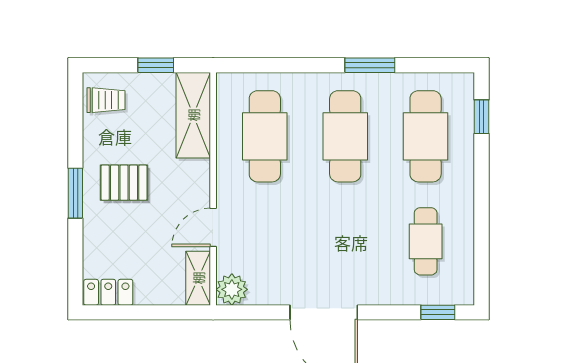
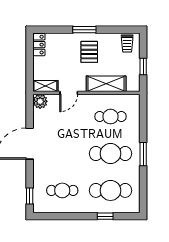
window: (370, 65) -> (143, 154), moved
shelving: (193, 115) -> (106, 84), moved
window: (481, 117) -> (105, 216), moved
cafe table: (265, 136) -> (111, 117), width x0.73, depth x0.74
door: (213, 227) -> (69, 93), swing flipped

